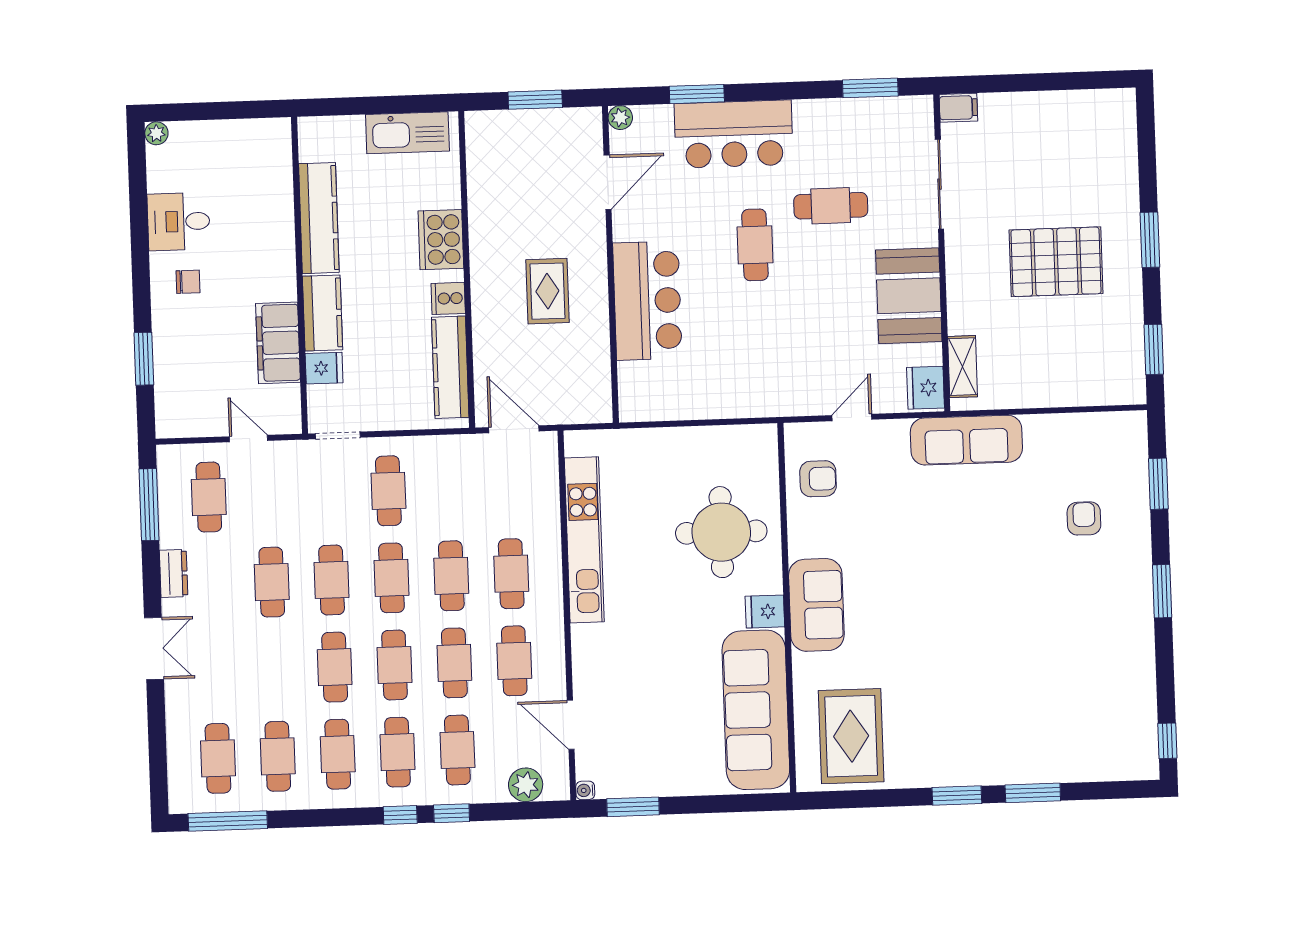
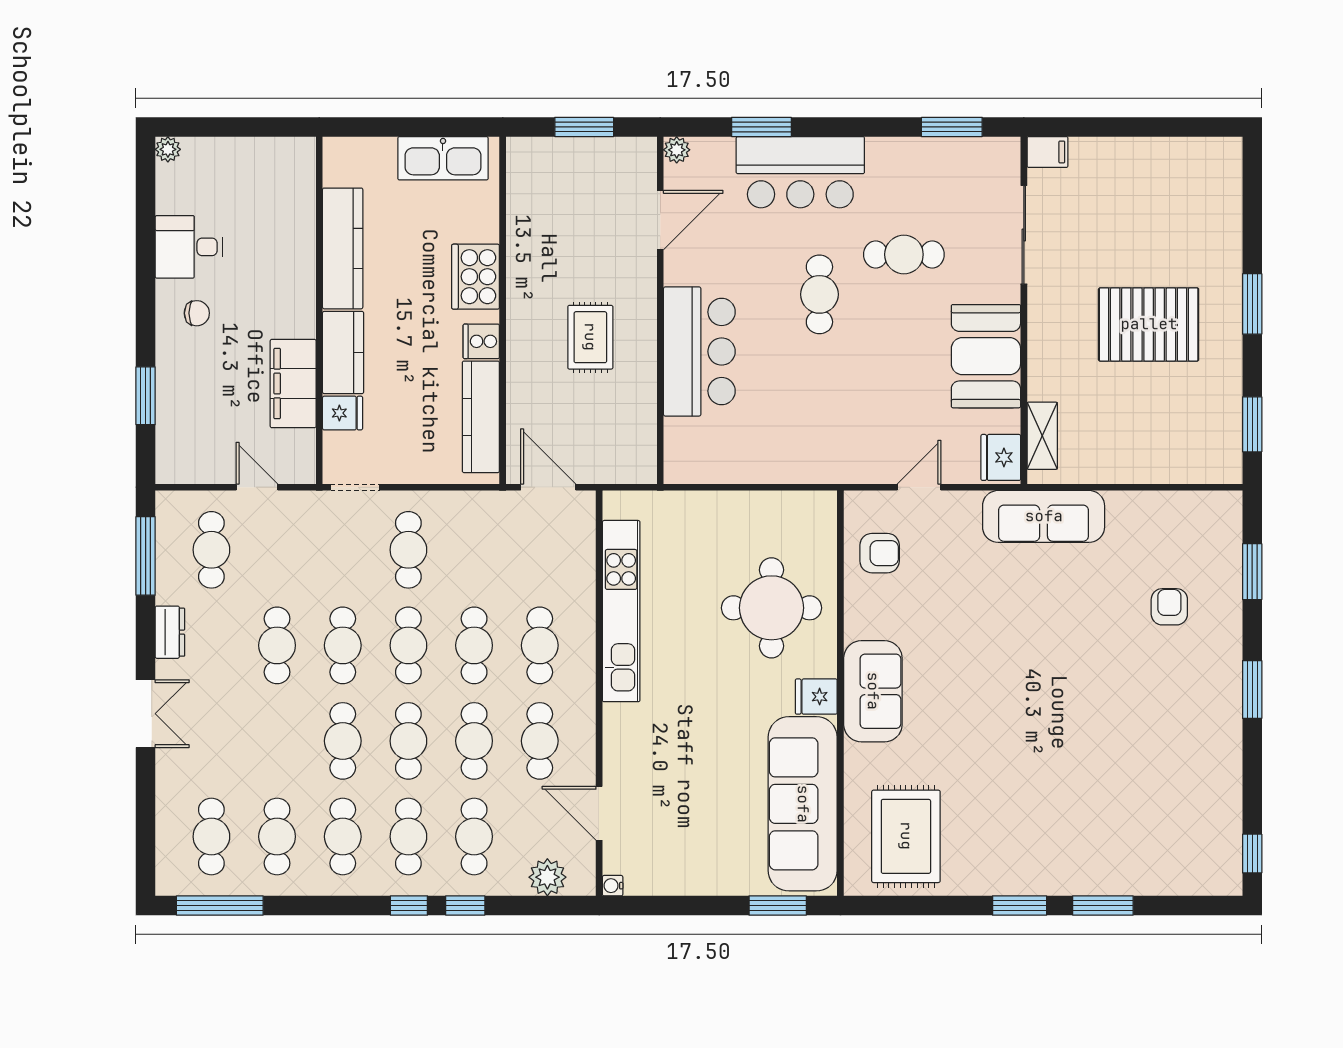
window: (633, 807) -> (778, 905), moved

